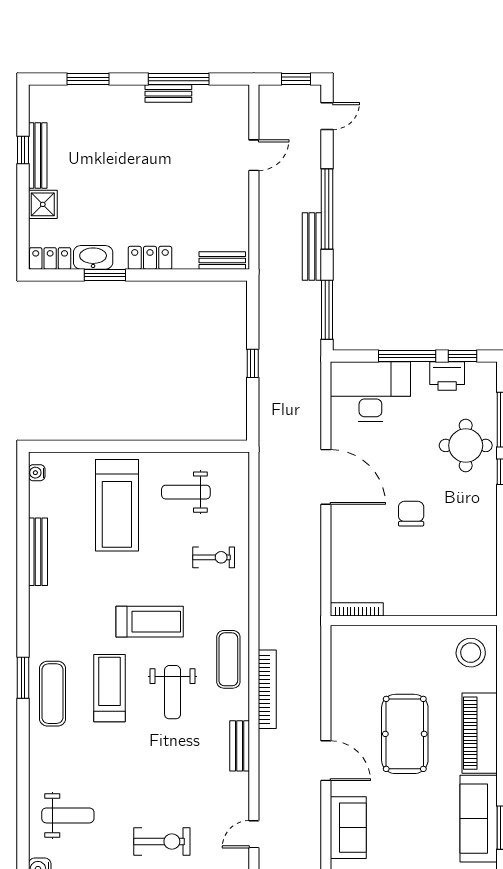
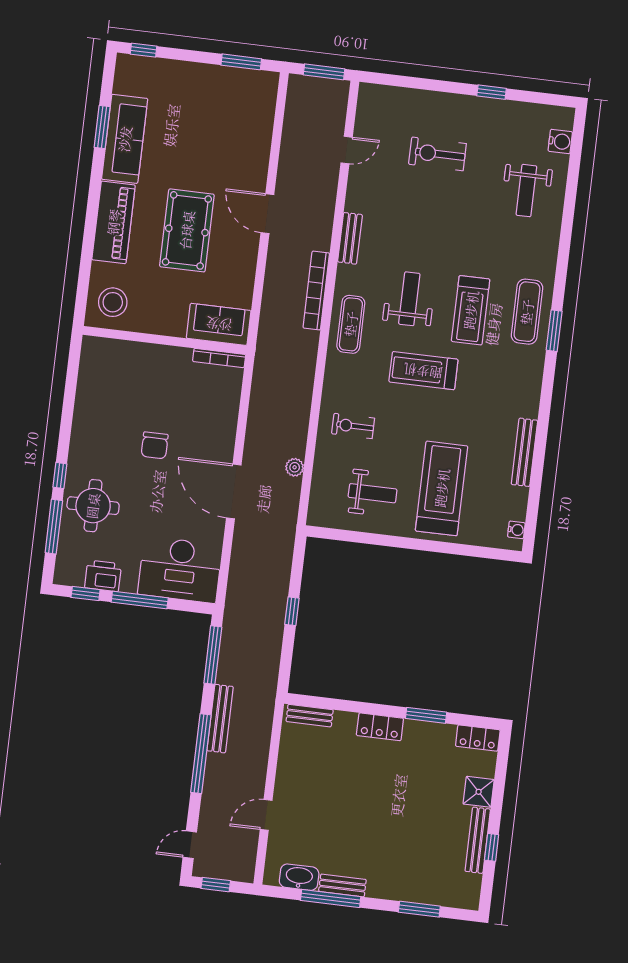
washbasin: (93, 257) -> (299, 877), moved, turned 180
plant: (268, 509) -> (295, 467), added
weight bench: (68, 815) -> (526, 191), turned -90
sofa: (348, 828) -> (219, 324), moved, turned 90

